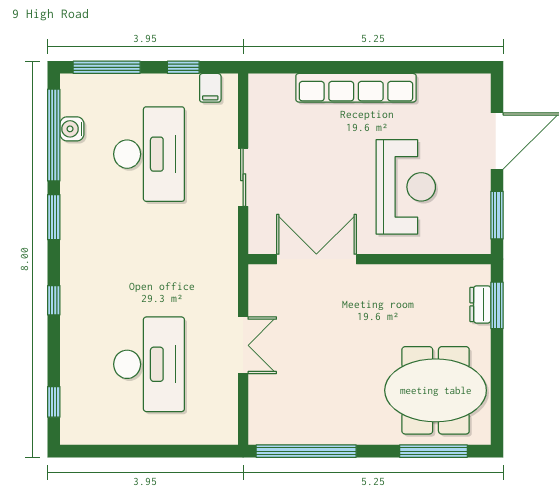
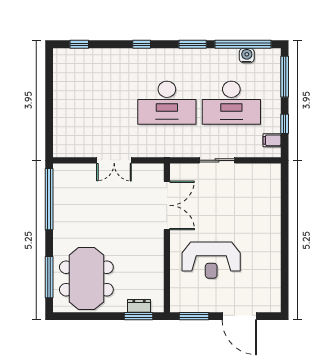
row of seats: (356, 88) -> (272, 230), removed
desk: (149, 364) -> (167, 103), moved

